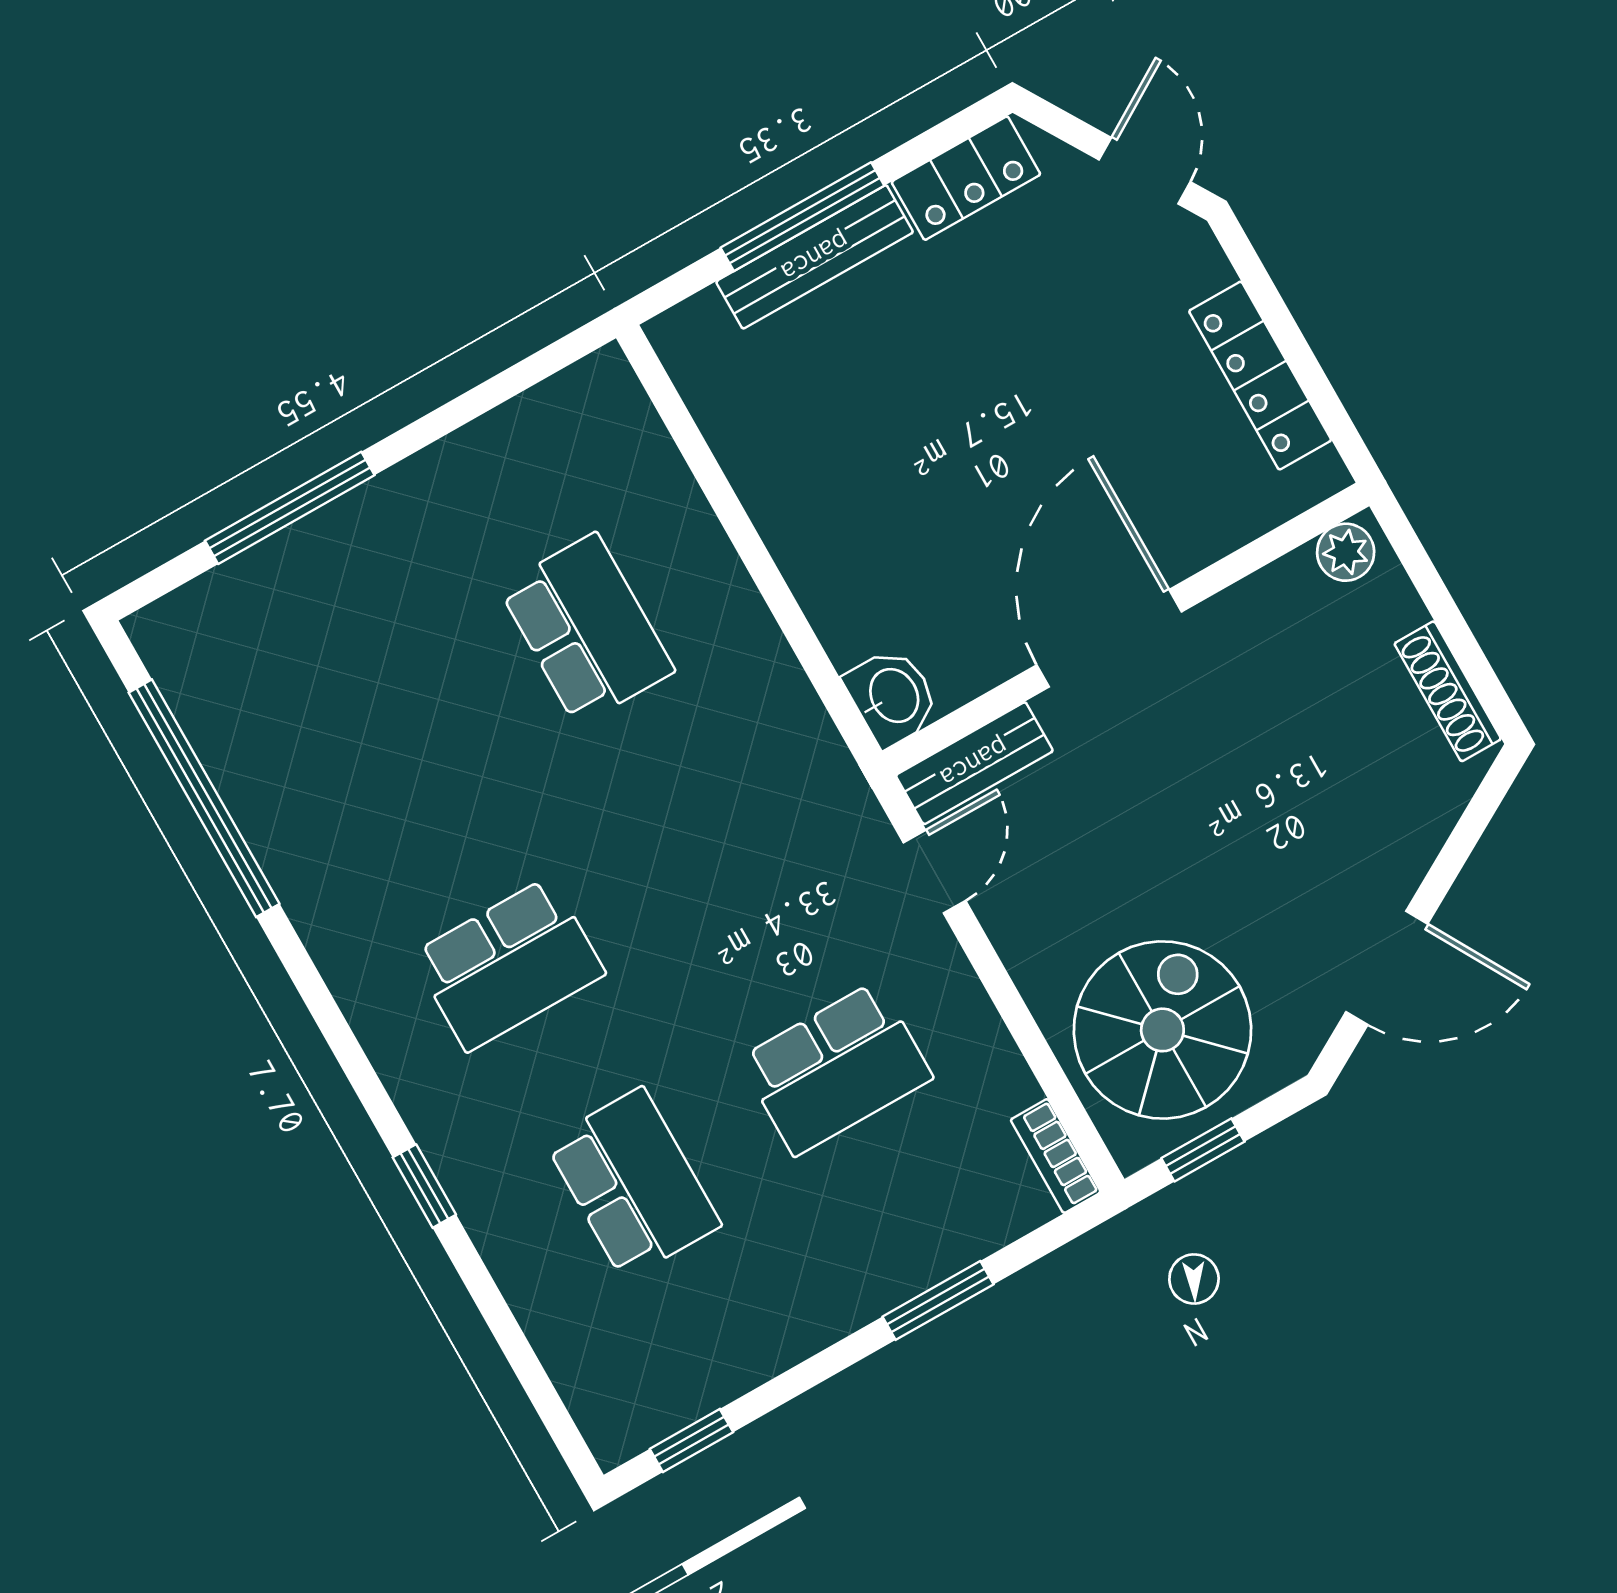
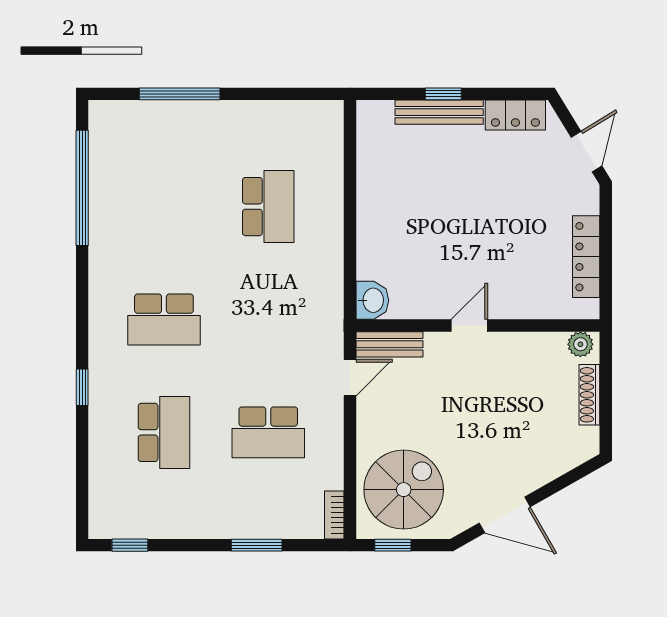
window: (802, 217) -> (443, 94), width x0.46
door: (1109, 638) -> (469, 325), width x0.53
shoe rack: (1448, 691) -> (589, 395), moved

